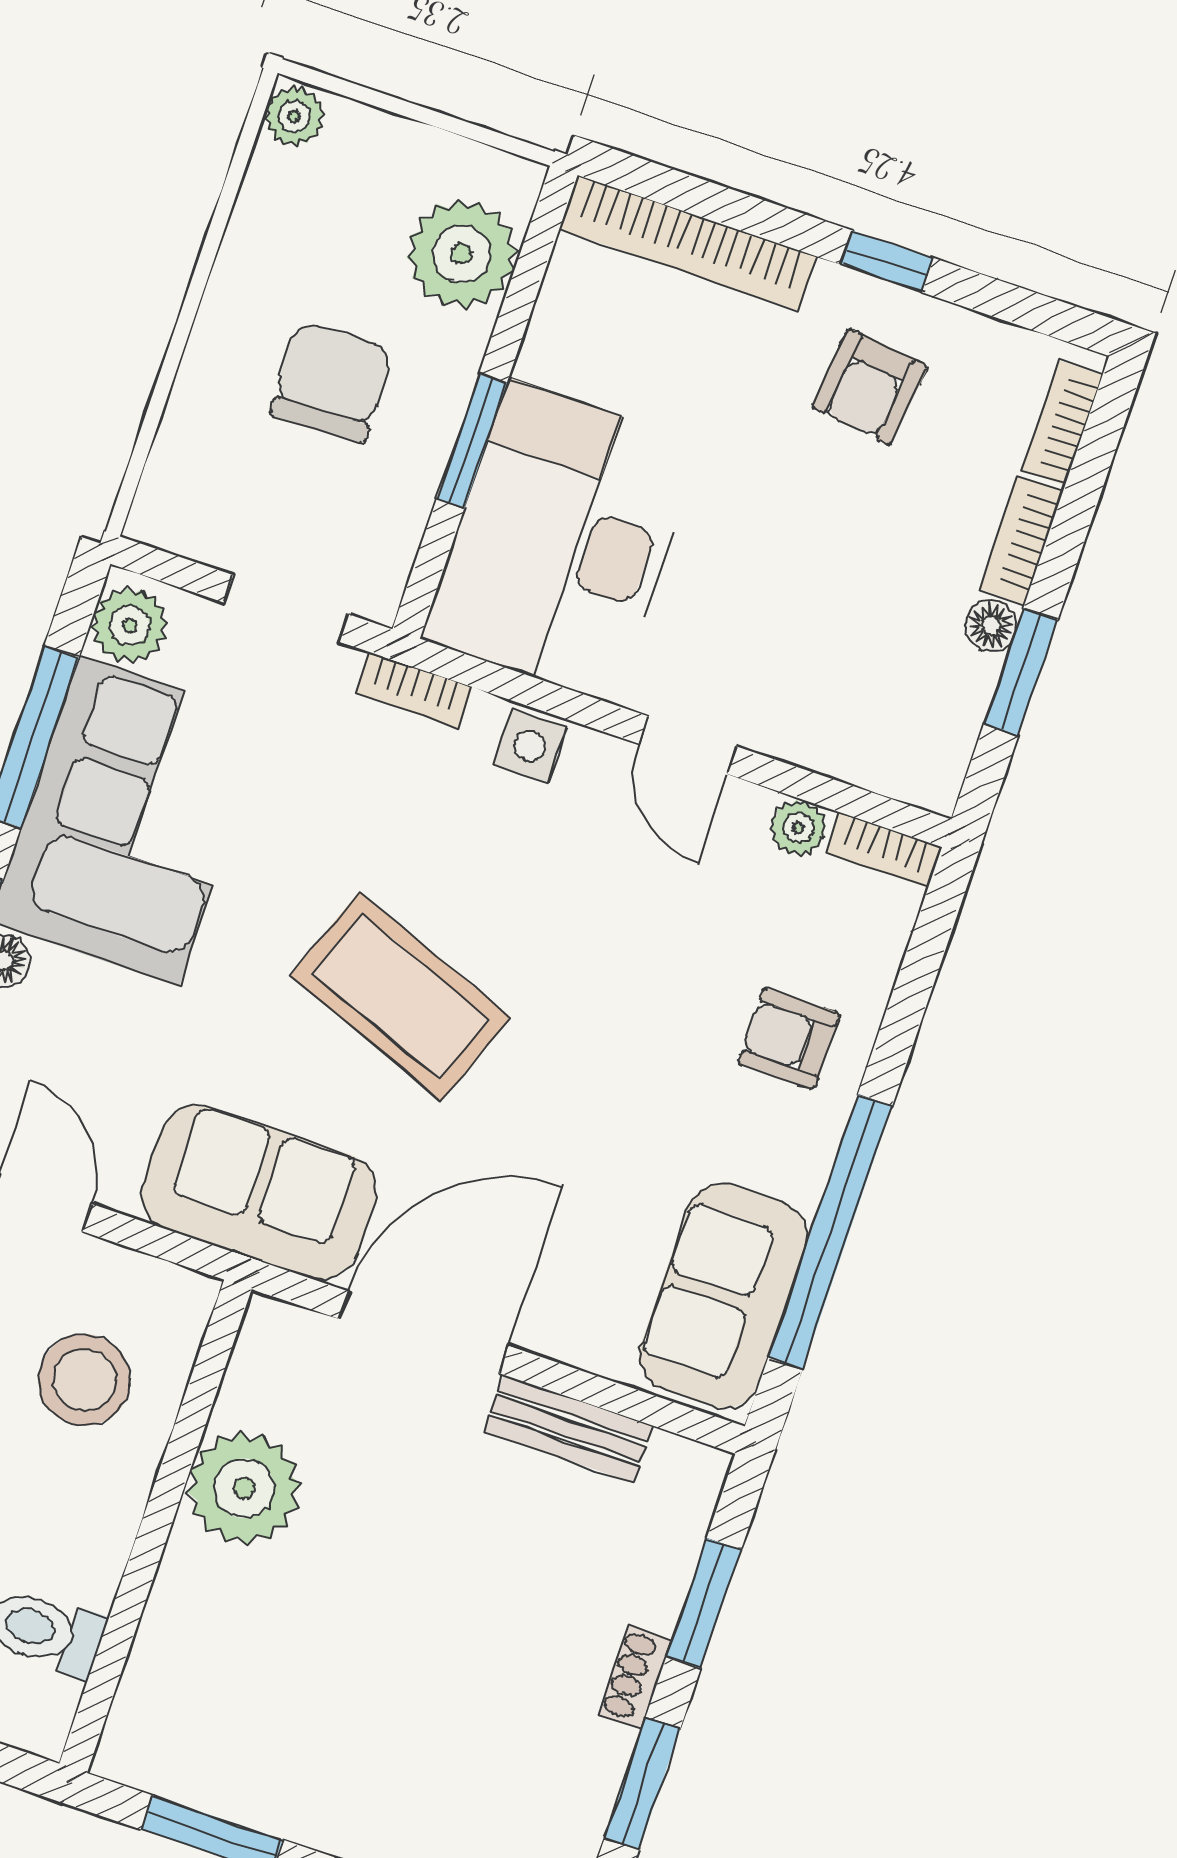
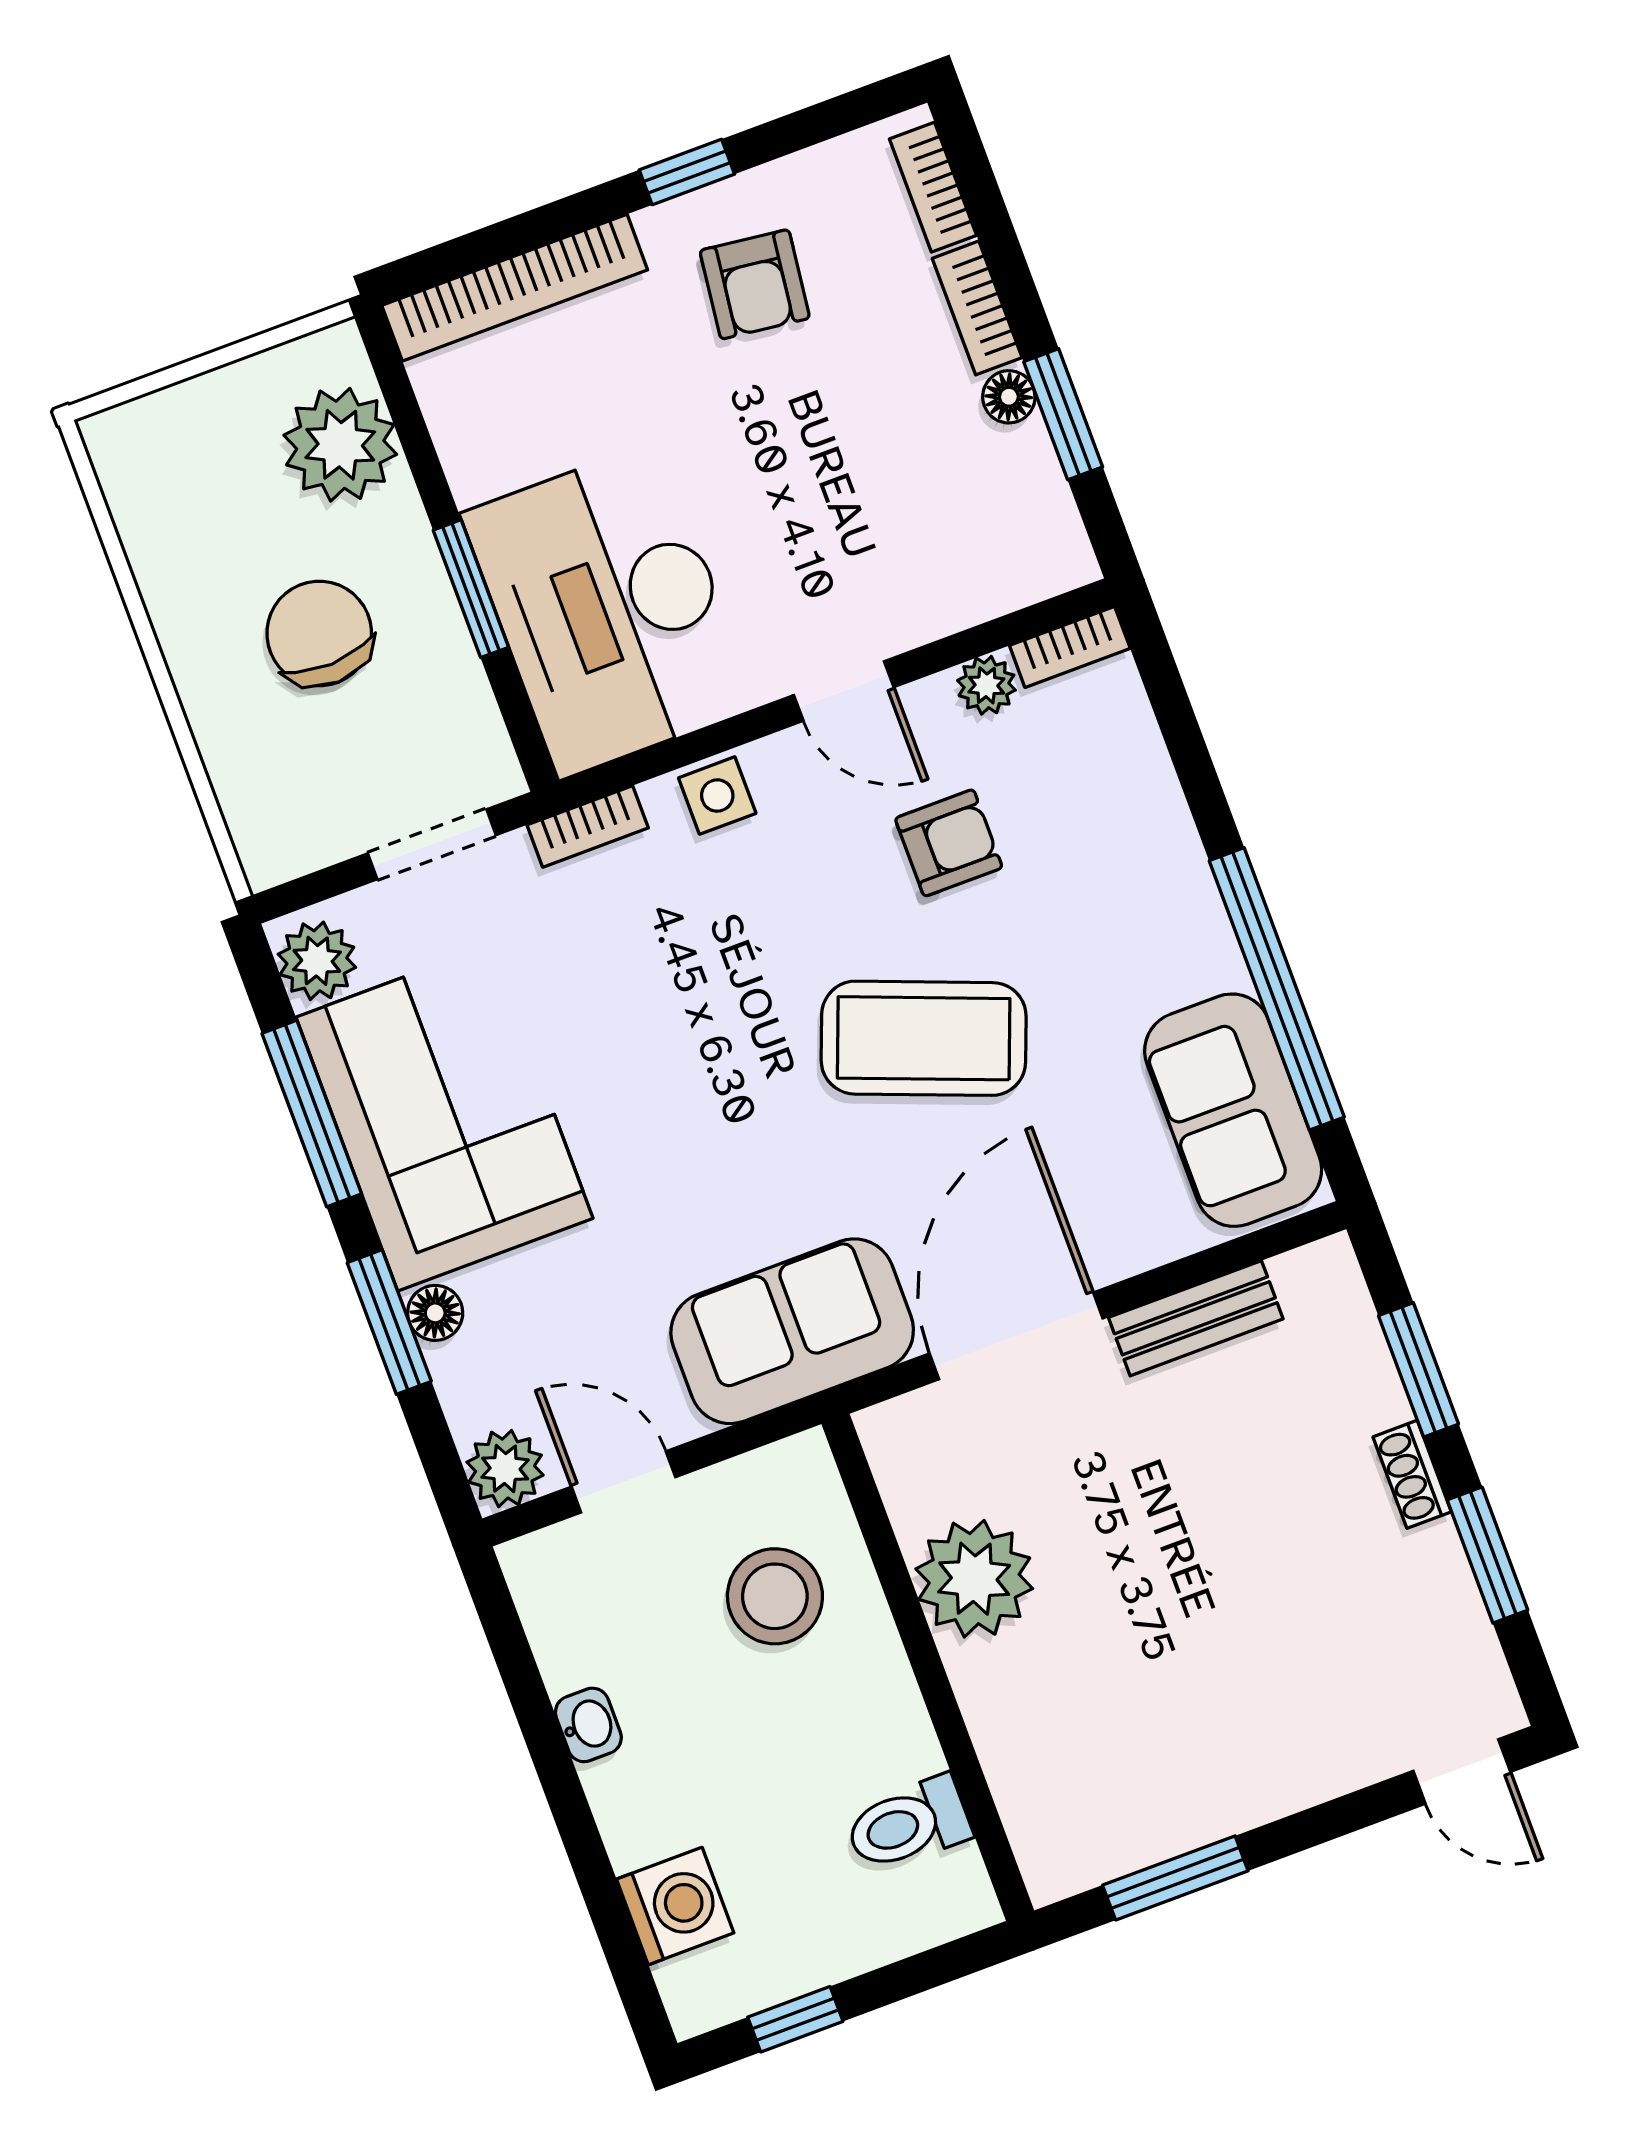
plant: (294, 116) -> (116, 444), removed
coffee table: (400, 996) -> (924, 1038), moved
armchair: (789, 1039) -> (949, 843), moved, turned 180

